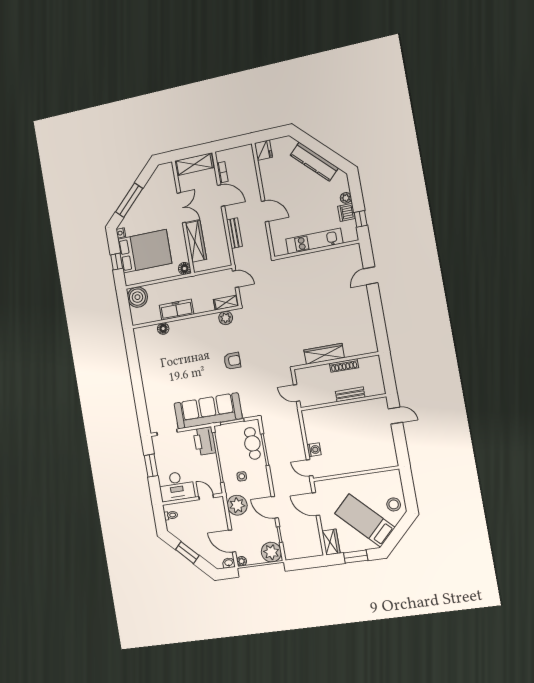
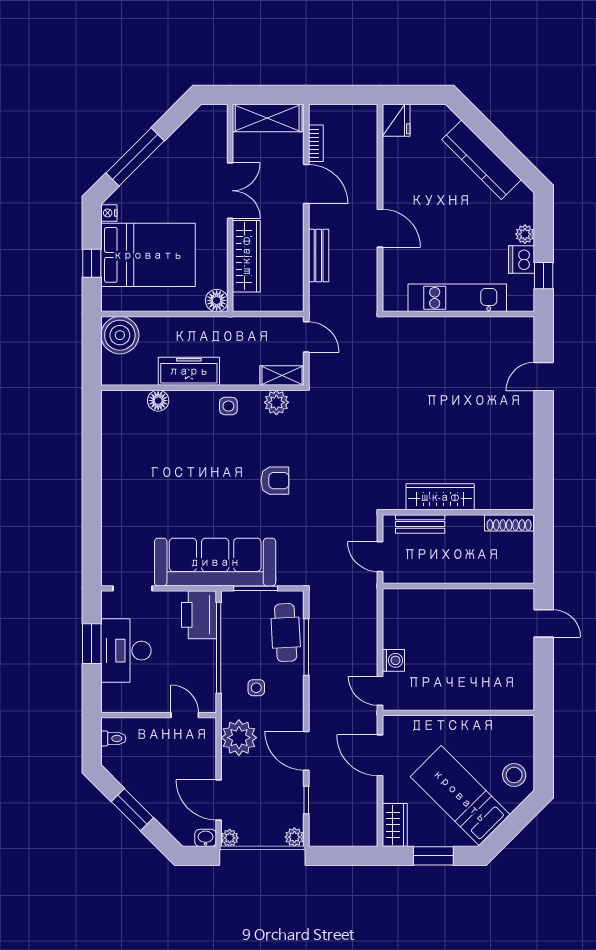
side table: (200, 325) -> (228, 406), added
shoe rack: (344, 366) -> (509, 523), moved
bench: (350, 394) -> (420, 524), moved
desk: (176, 486) -> (126, 651), moved, turned 90
plant: (271, 552) -> (294, 837), width x0.53, depth x0.53

